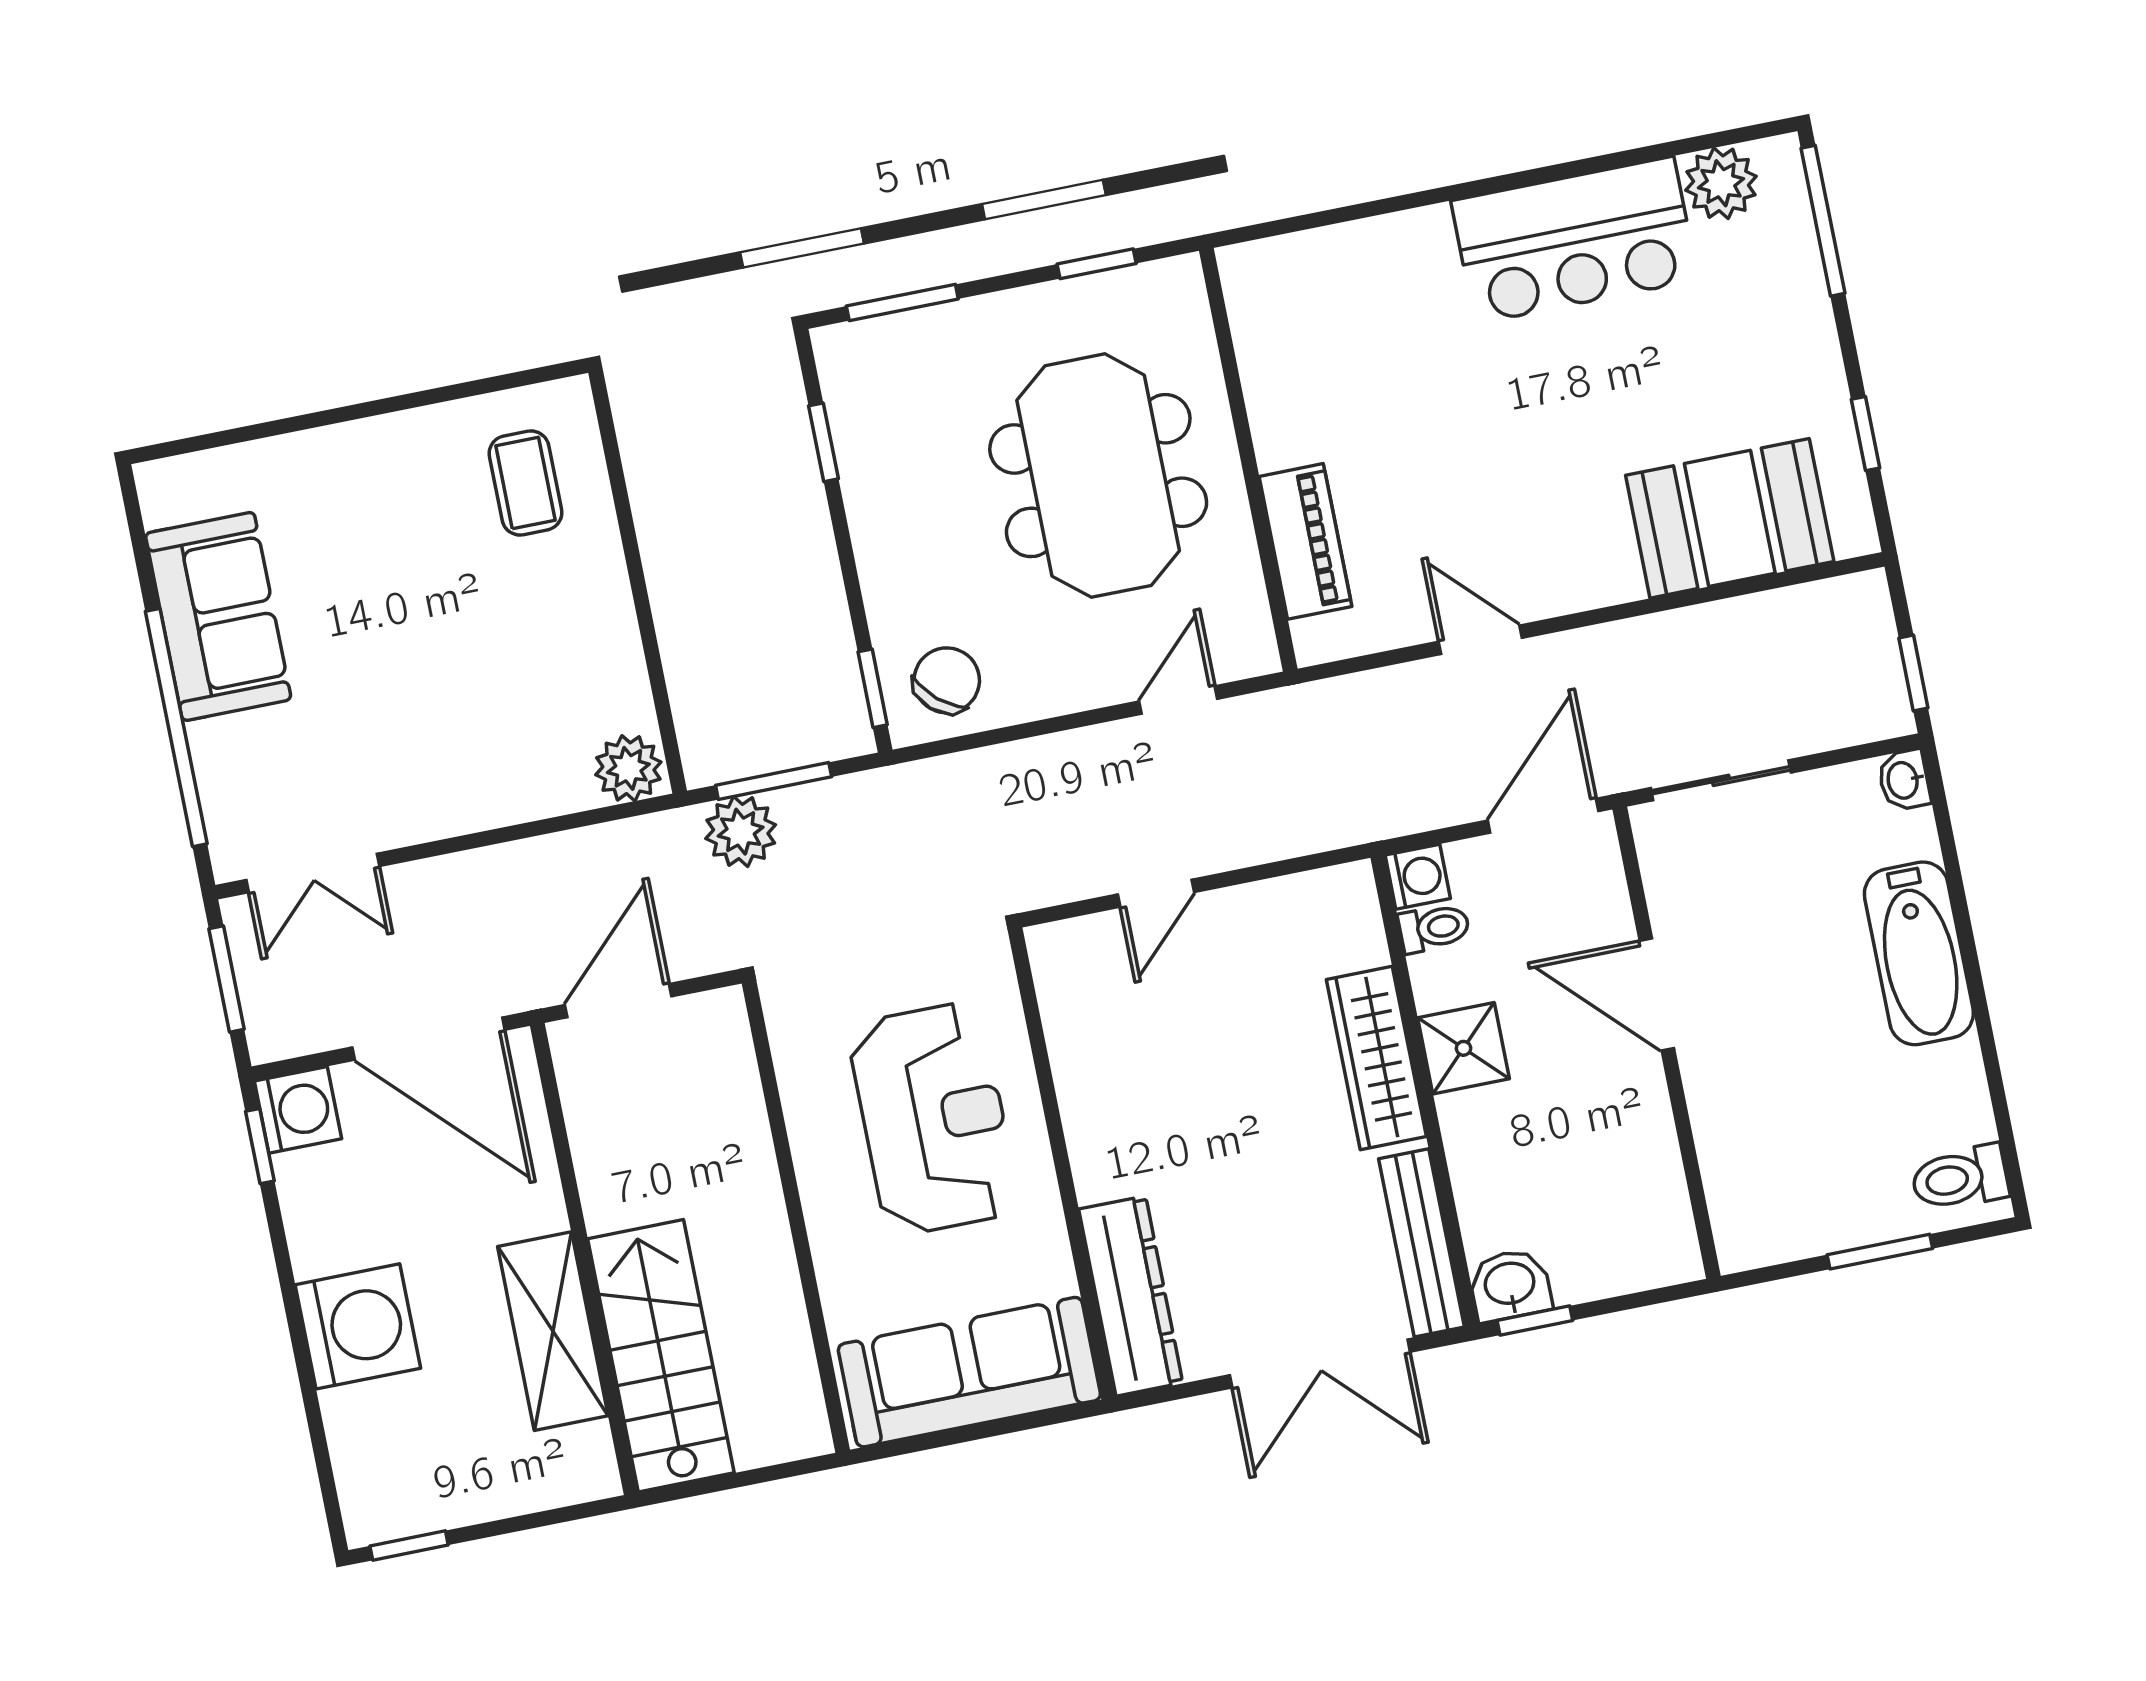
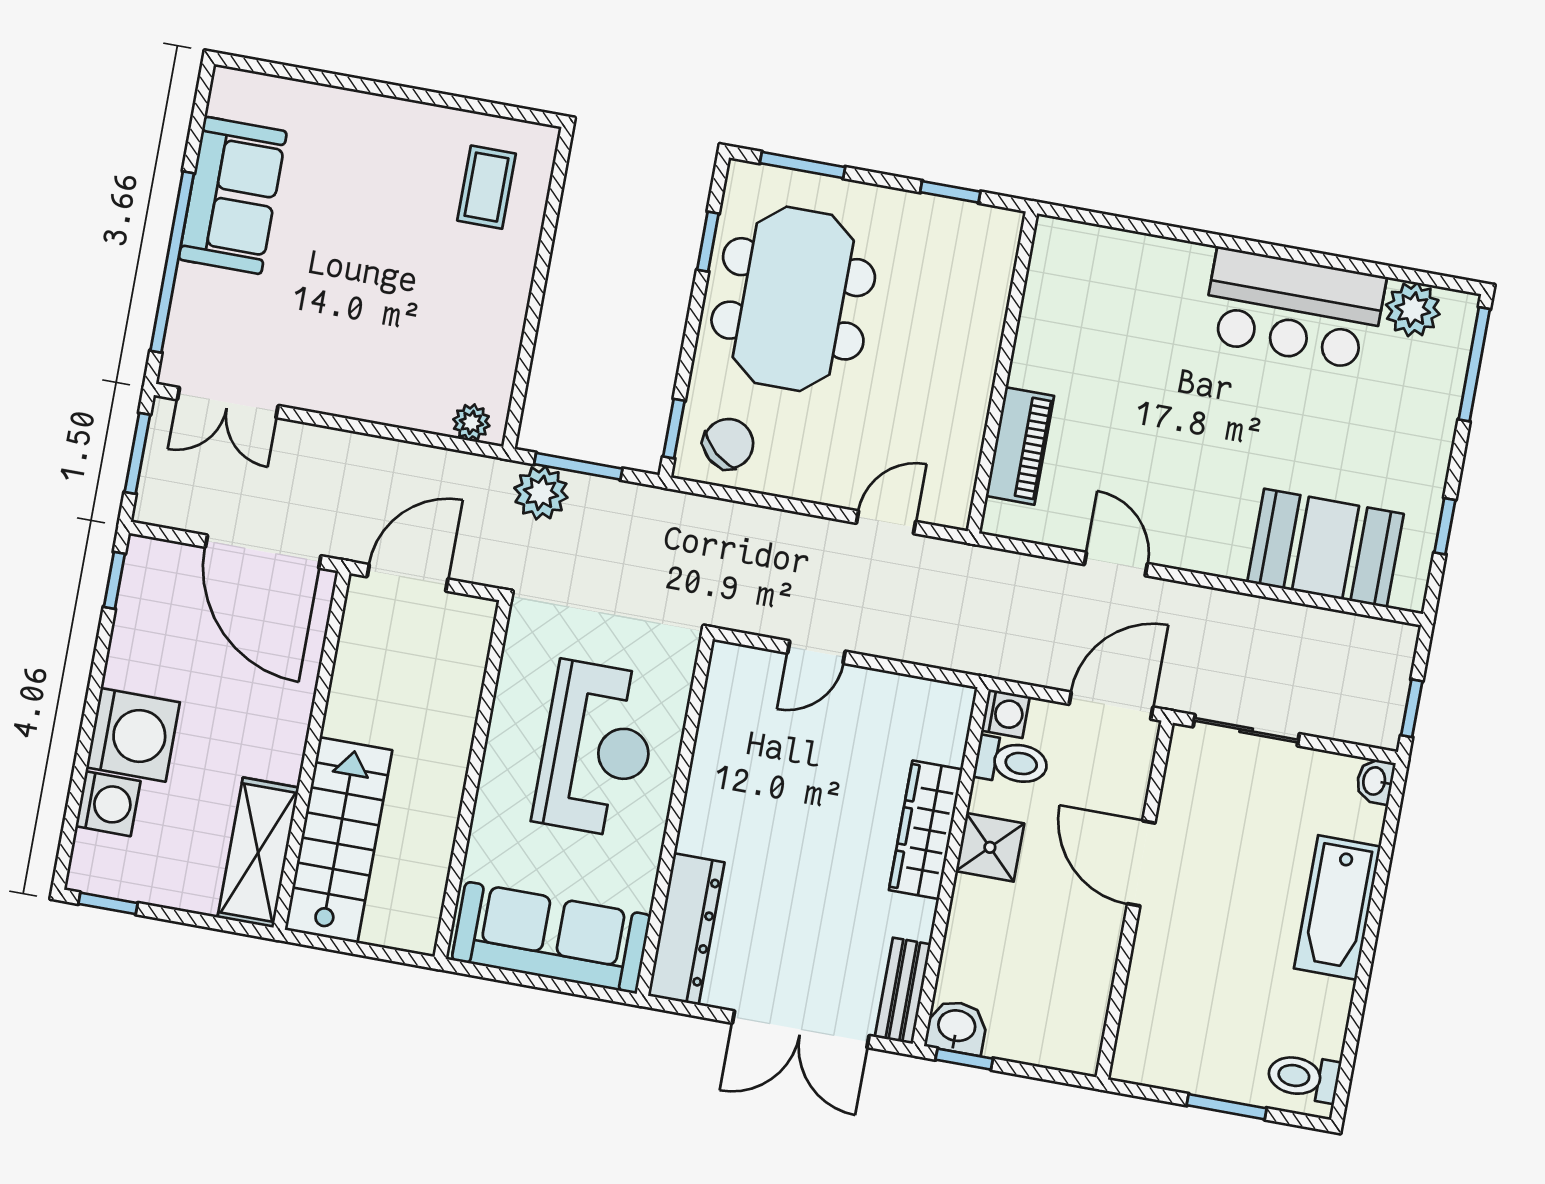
meeting table: (1098, 476) -> (793, 299), moved
plant: (628, 768) -> (471, 422), width x0.73, depth x0.73
toilet: (1434, 928) -> (1011, 762), width x1.37, depth x1.39
washing machine: (298, 1110) -> (108, 804), moved
bench: (1421, 1243) -> (903, 991), width x0.73
shelving: (553, 1331) -> (258, 853), moved

